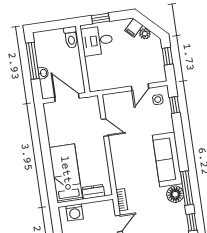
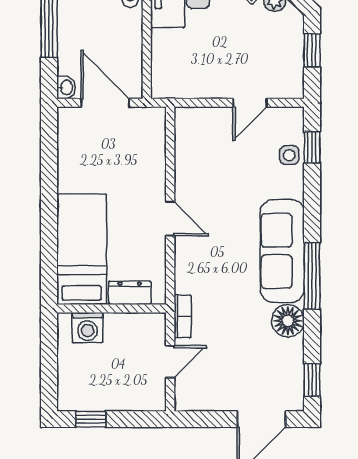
washbasin: (43, 73) -> (66, 87), moved
side table: (158, 100) -> (289, 155), moved
door: (105, 128) -> (170, 219), moved
window: (187, 188) -> (312, 276), moved

